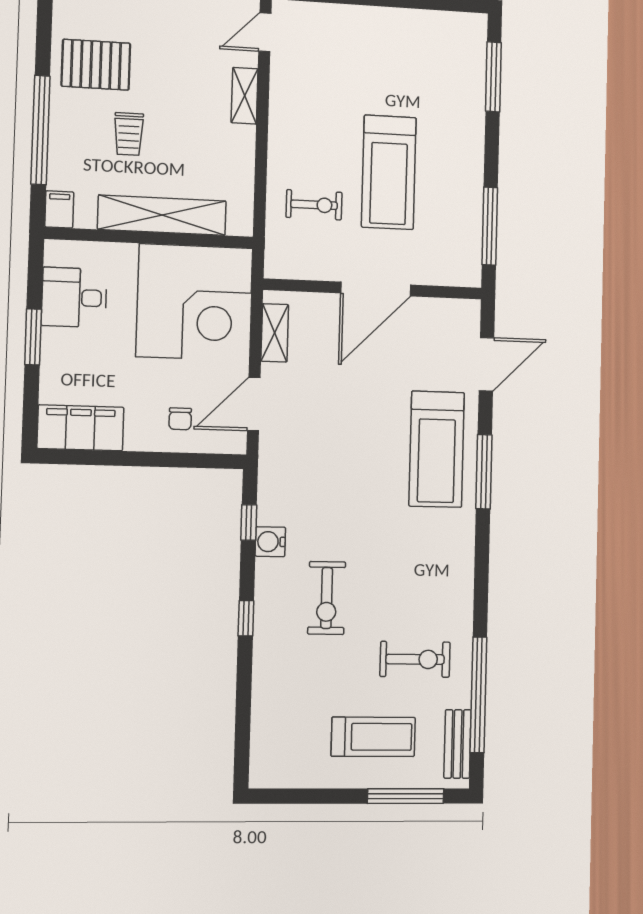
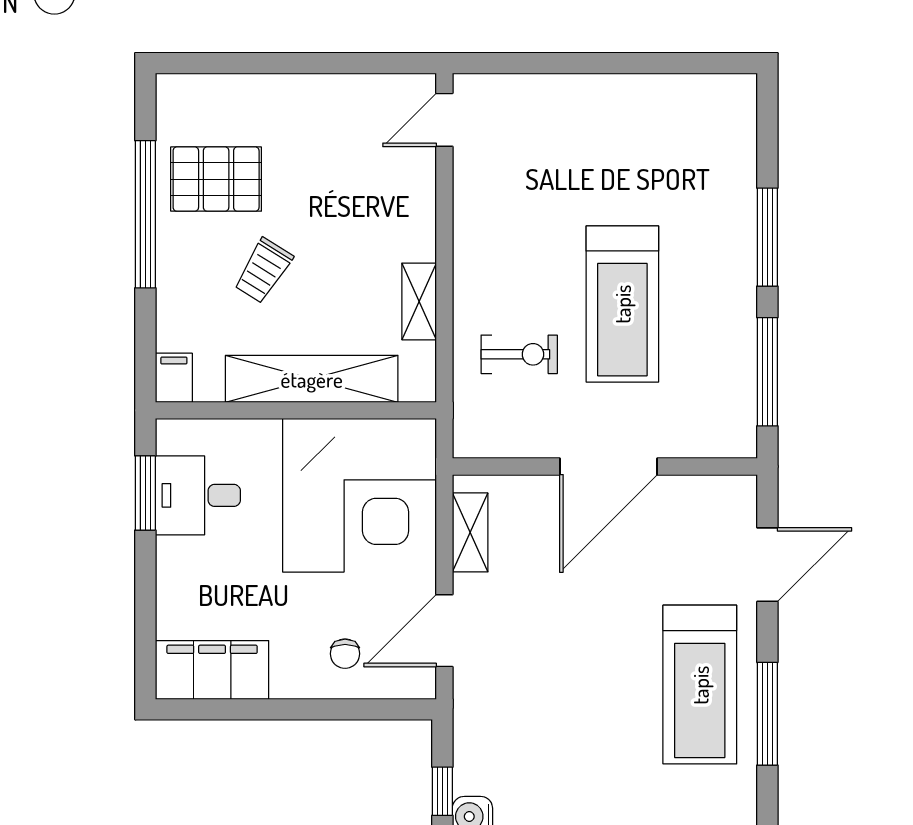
window: (493, 77) -> (767, 237), moved
shelving: (245, 96) -> (419, 301), moved
window: (40, 130) -> (145, 214), moved
trolley: (129, 134) -> (263, 271), turned 32
window: (33, 337) -> (145, 493), moved

